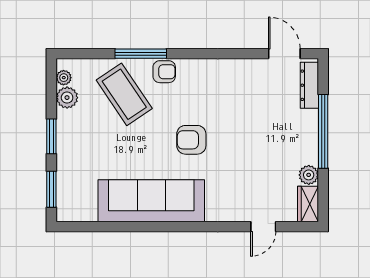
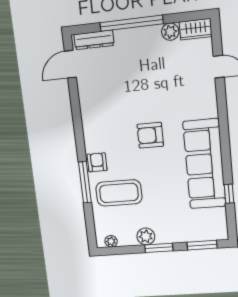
coffee table: (124, 94) -> (119, 193), turned 34
plant: (67, 98) -> (146, 236), moved
armchair: (191, 140) -> (150, 135), turned 90
window: (113, 227) -> (229, 194), added

